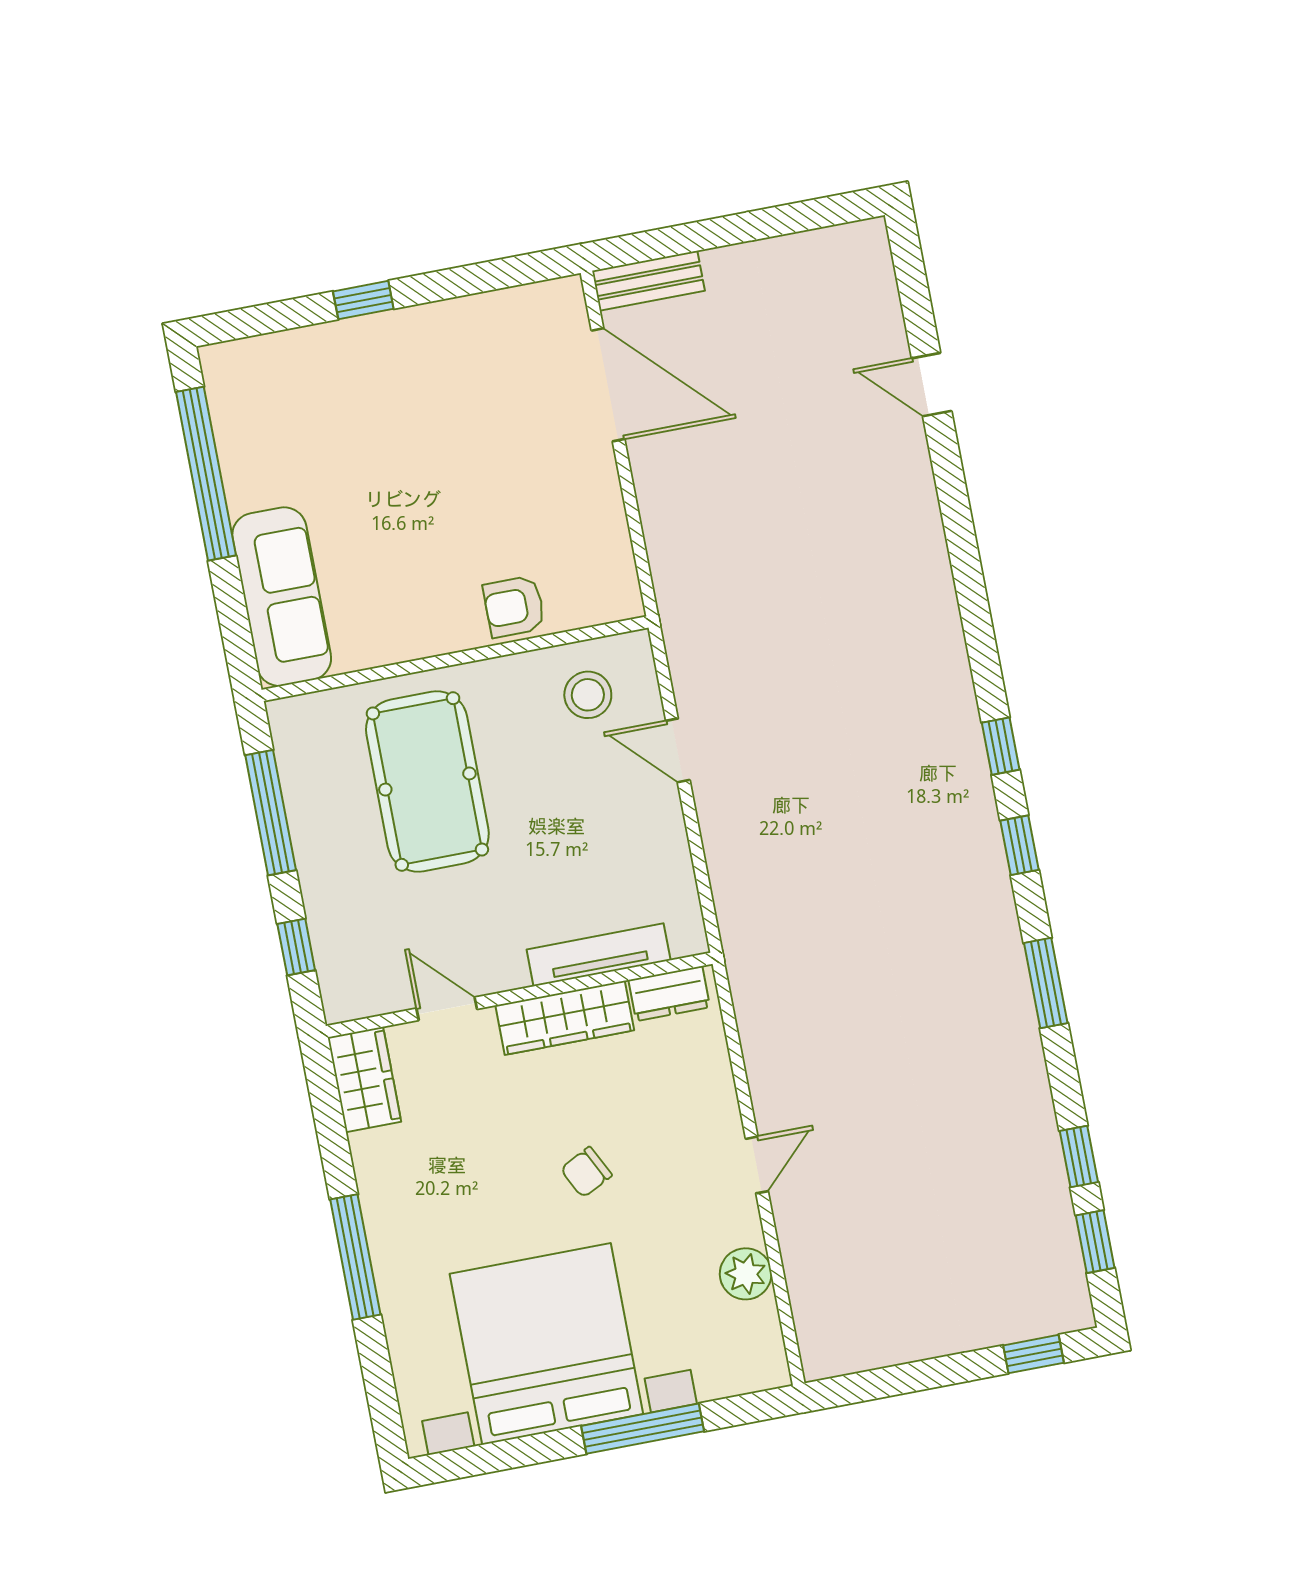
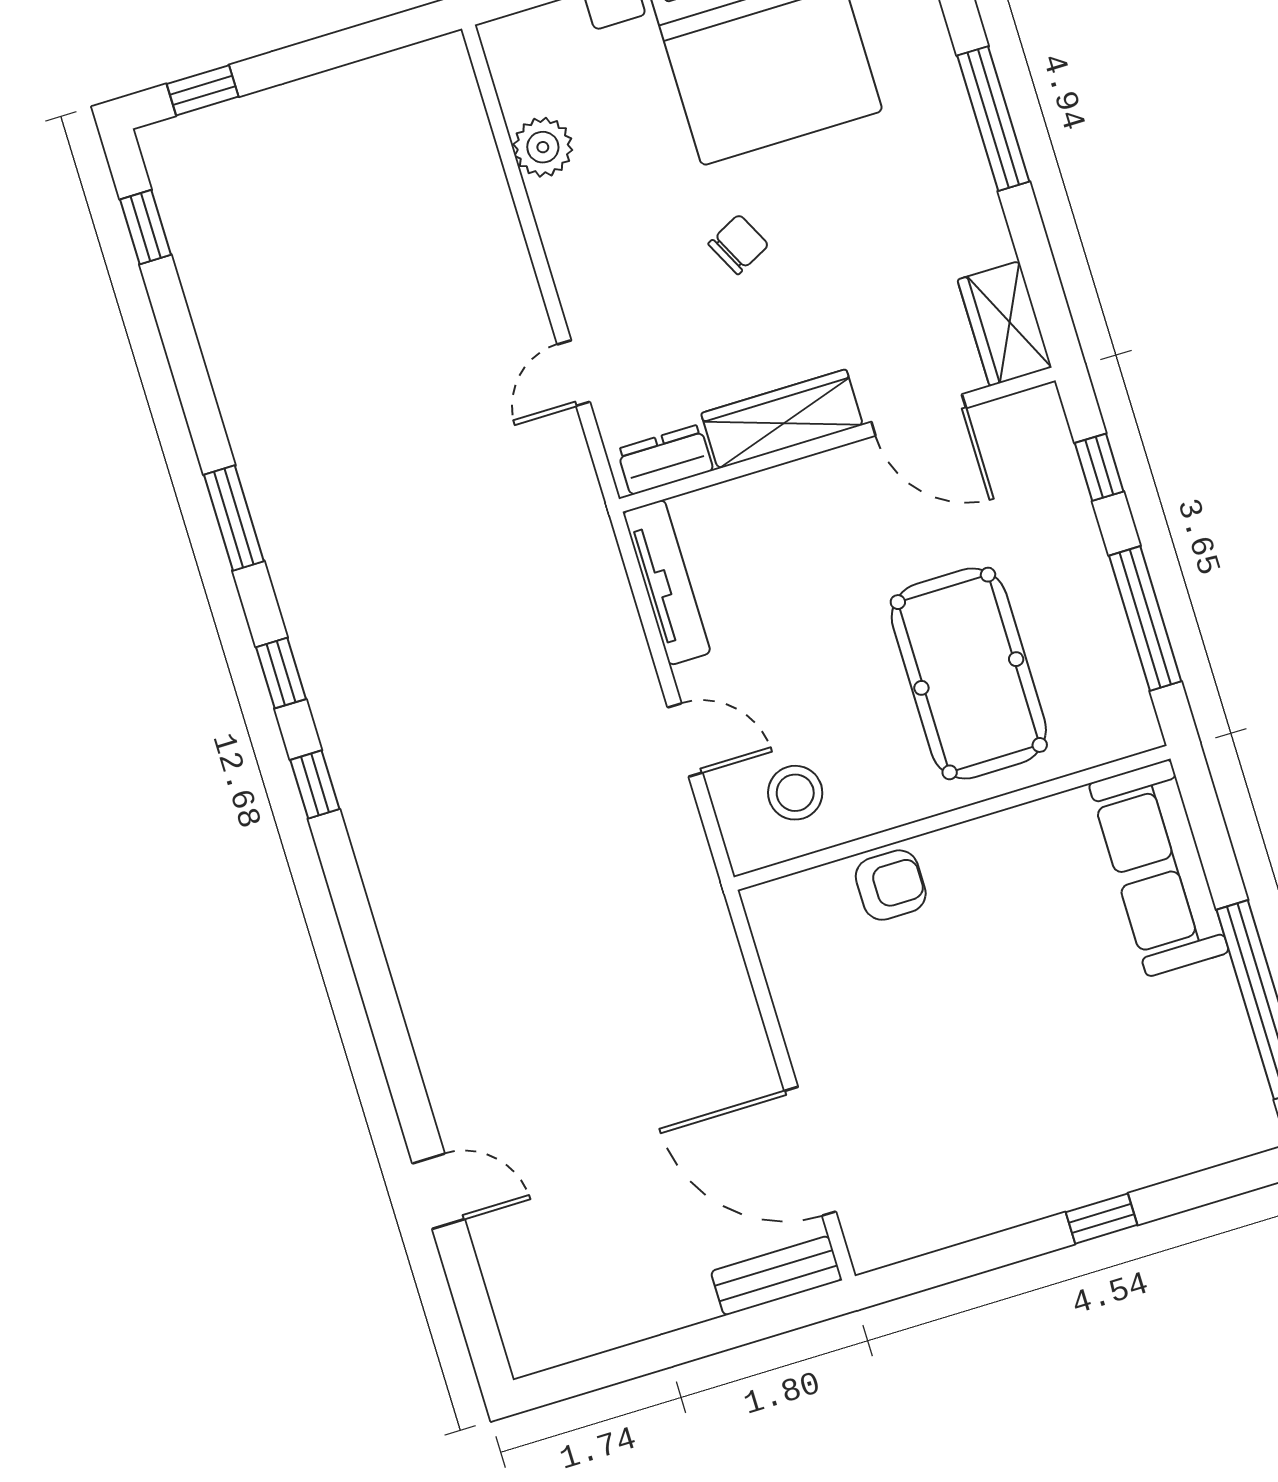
tv unit: (599, 955) -> (667, 582), moved, turned -90
door: (447, 1009) -> (919, 415), width x1.38
window: (1079, 1157) -> (175, 323), removed
door: (757, 1165) -> (574, 373), moved

